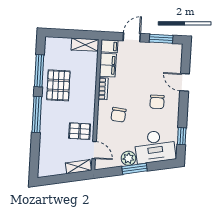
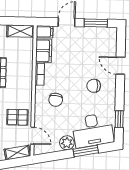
chair: (157, 102) -> (94, 86), turned 90
window: (134, 169) -> (86, 151), moved

